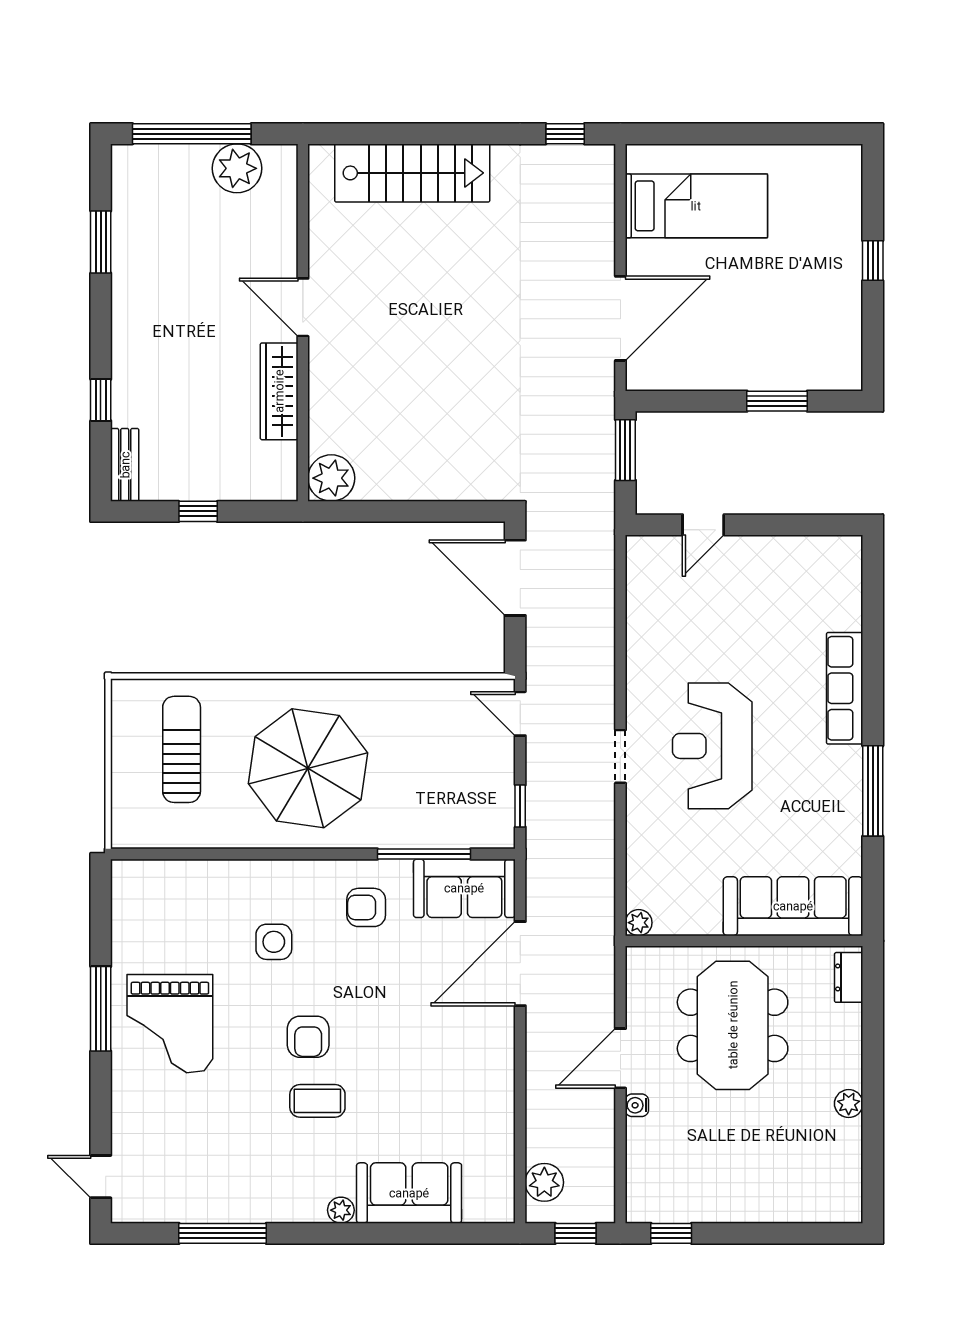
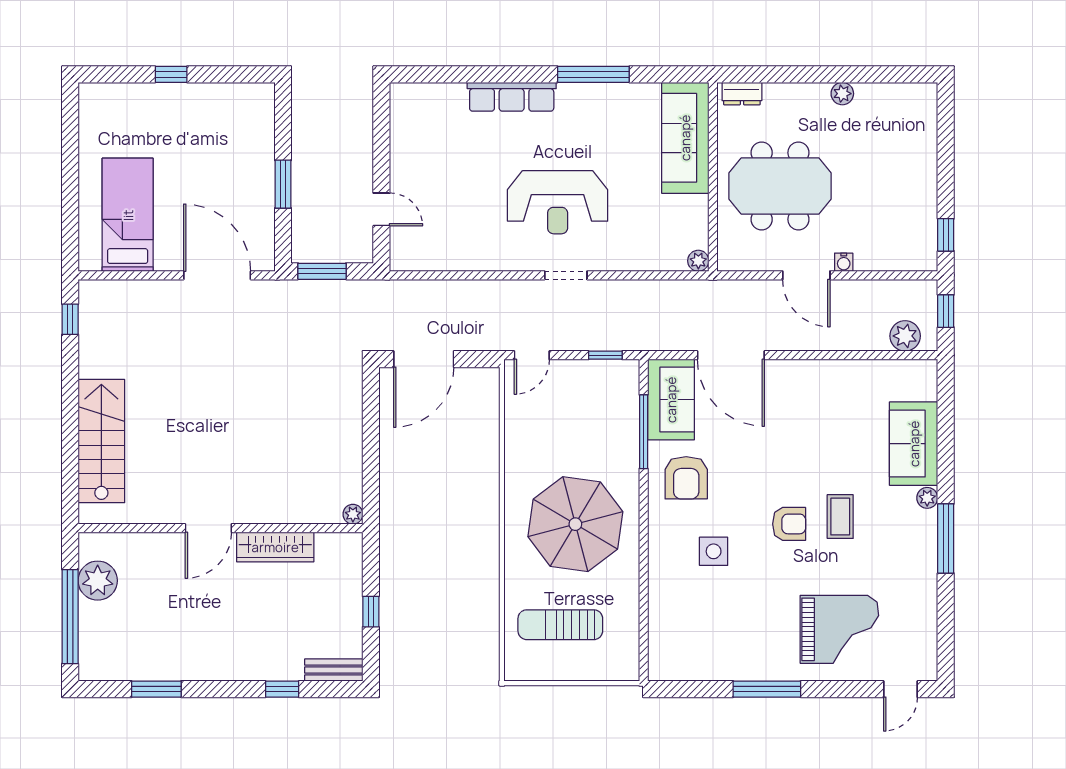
window: (777, 401) -> (283, 184), moved
plant: (331, 478) -> (353, 514), width x0.53, depth x0.53
armchair: (366, 907) -> (686, 478), width x1.38, depth x1.38
grand piano: (170, 1024) -> (839, 629), moved
window: (223, 1233) -> (946, 538), moved

